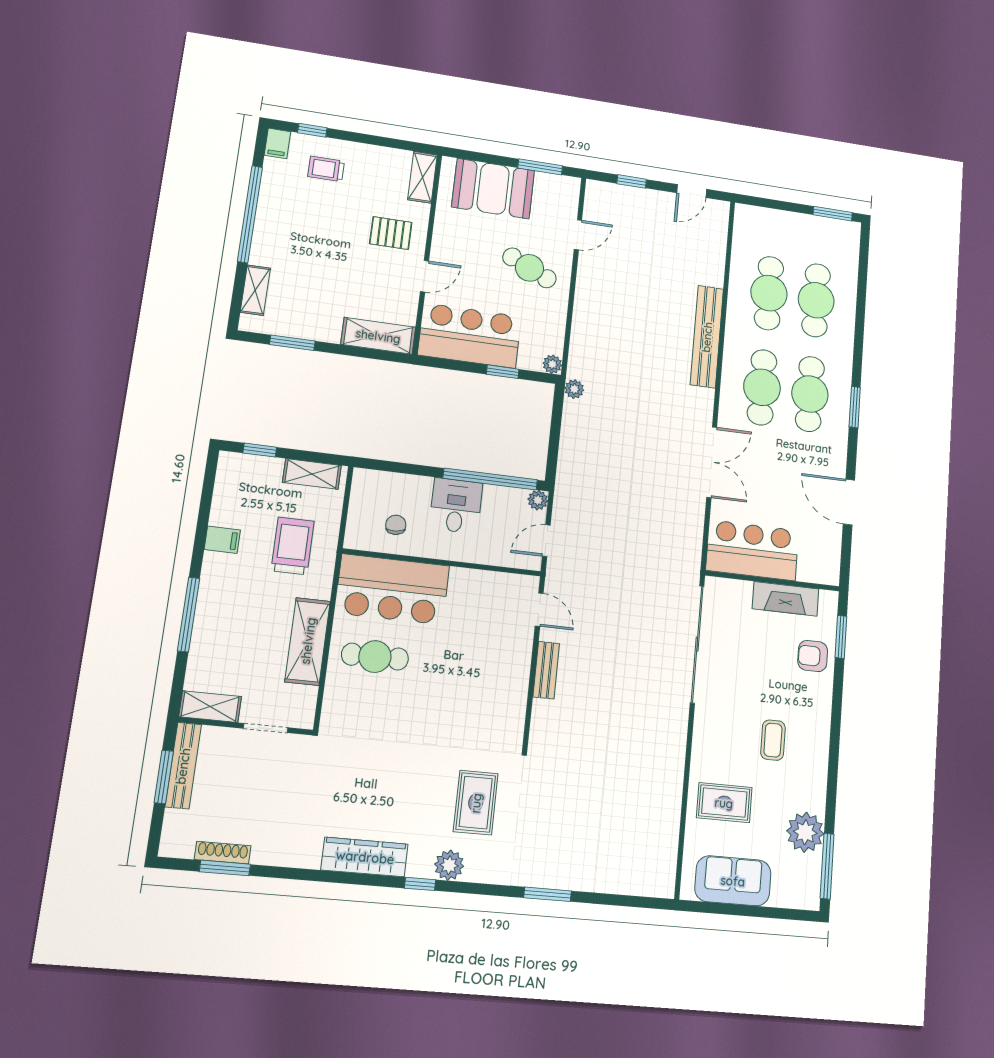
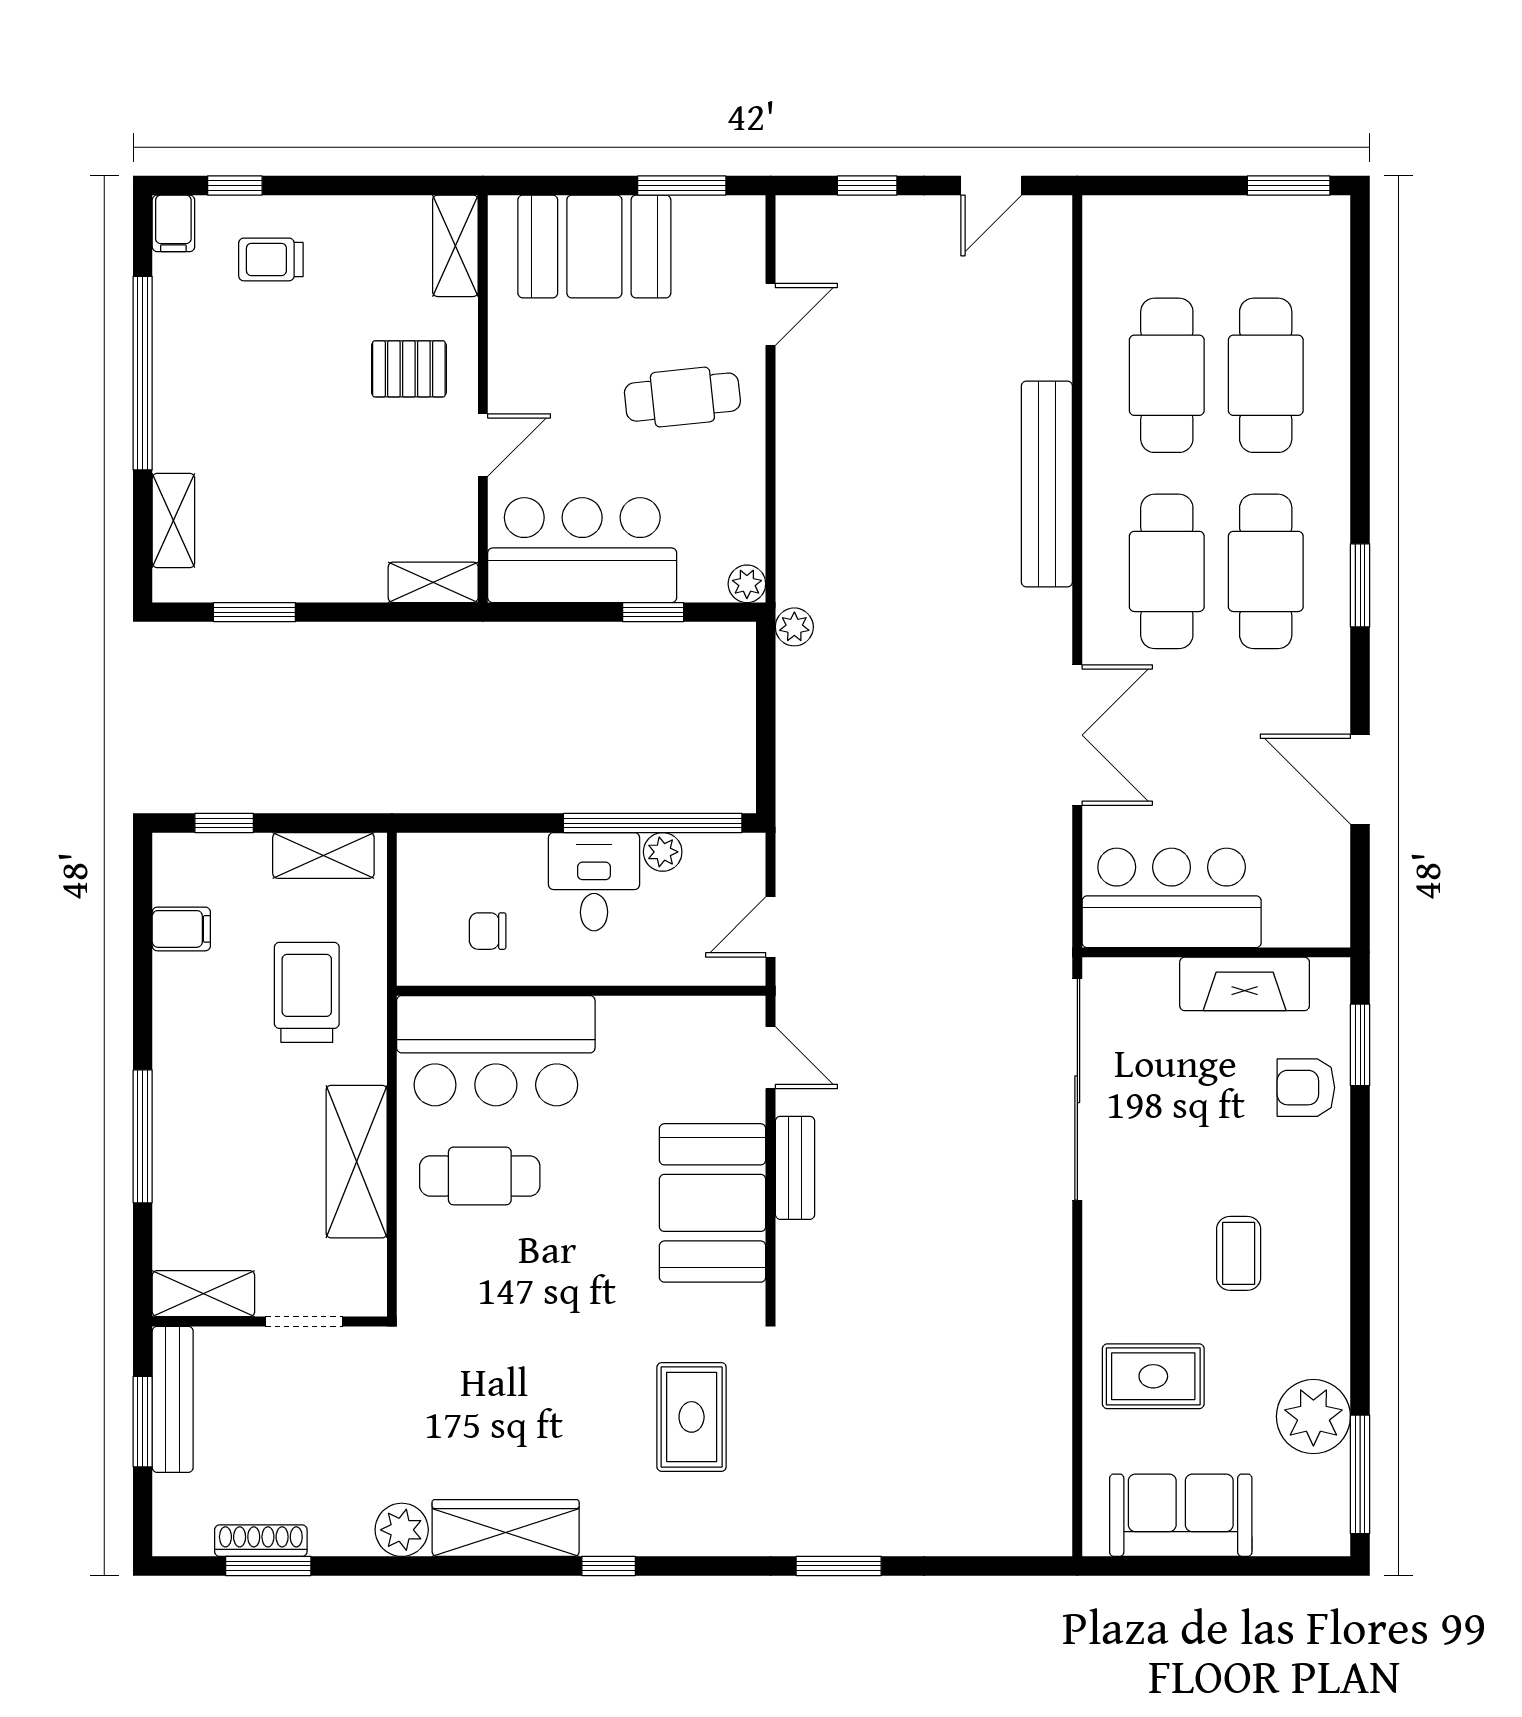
cafe table: (529, 268) -> (682, 397), turned -31
shelving: (378, 336) -> (433, 582), width x0.67, depth x0.75
plant: (538, 500) -> (663, 852), moved
chair: (396, 525) -> (488, 931), turned -85
filing cabinet: (222, 540) -> (181, 929), moved
booth: (500, 685) -> (713, 1203), added
plant: (449, 865) -> (402, 1530), moved

